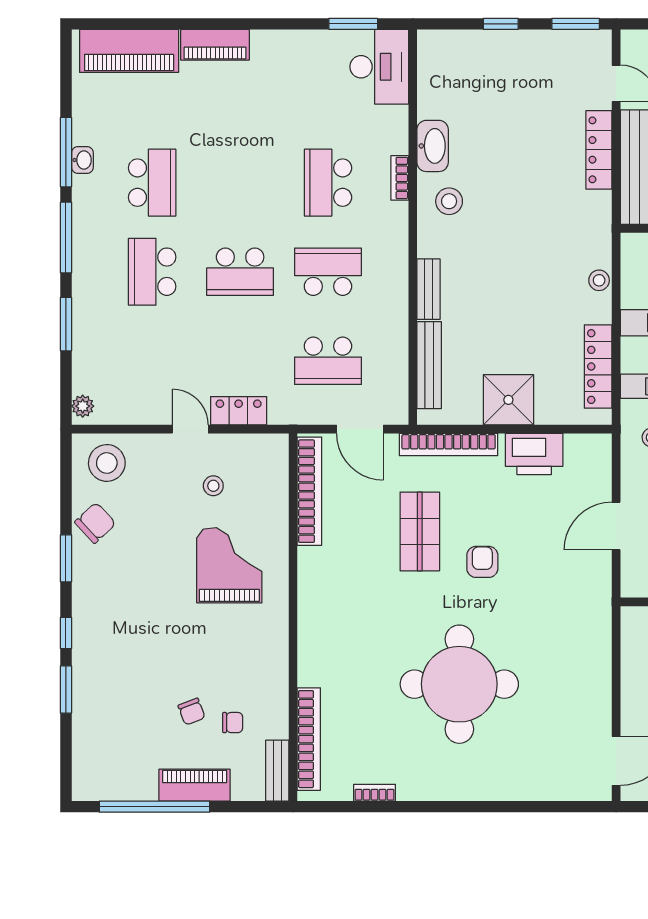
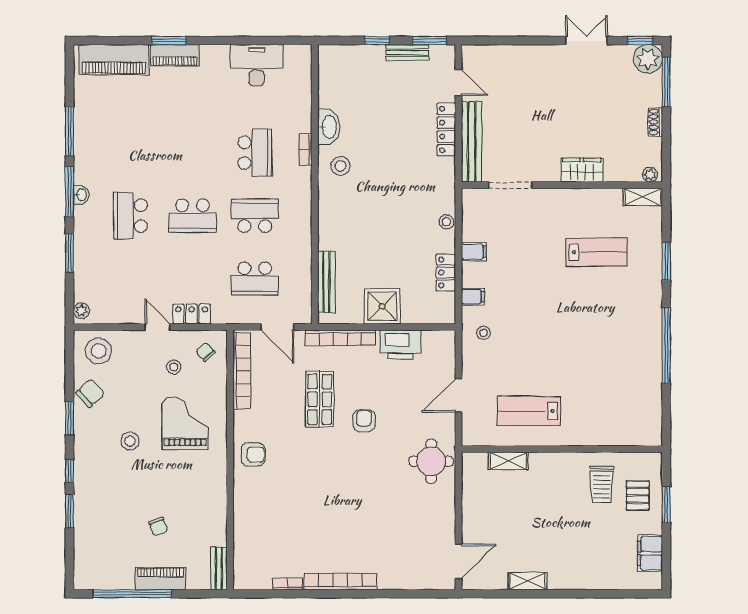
window: (353, 24) -> (169, 40), moved
desk: (379, 67) -> (257, 65), moved, turned -90
washbasin: (82, 160) -> (81, 195), moved
school desk: (152, 183) -> (130, 153), removed
school desk: (328, 183) -> (255, 153), turned 180
bench: (428, 289) -> (407, 53), moved, turned 90
locker: (598, 367) -> (446, 273), width x0.66
stool: (151, 591) -> (130, 441), added
armchair: (325, 609) -> (253, 454), added
round table: (459, 684) -> (431, 461), moved, width x0.54, depth x0.54
chair: (233, 723) -> (206, 352), moved, turned -132
bookcase: (309, 739) -> (340, 582), moved, turned -90

